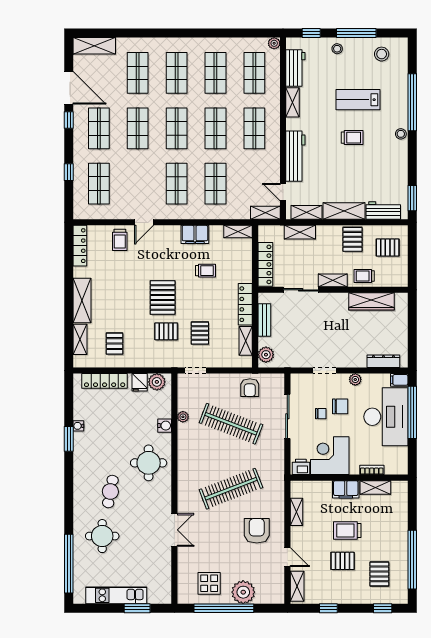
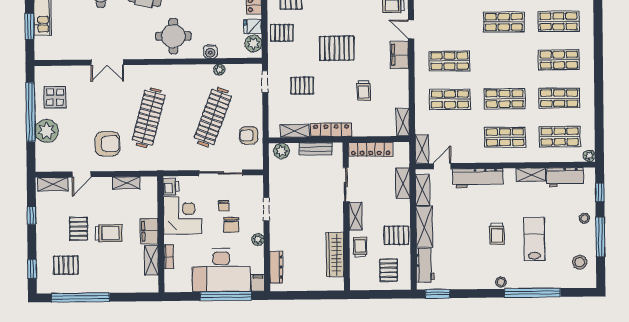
shop shelf: (177, 128) -> (504, 60), removed
filing cabinet: (195, 234) -> (399, 55), moved
pallet: (166, 331) -> (282, 33), moved, turned 90
clothes rail: (231, 489) -> (149, 118), turned 36
trolley: (347, 531) -> (109, 233), turned 90

